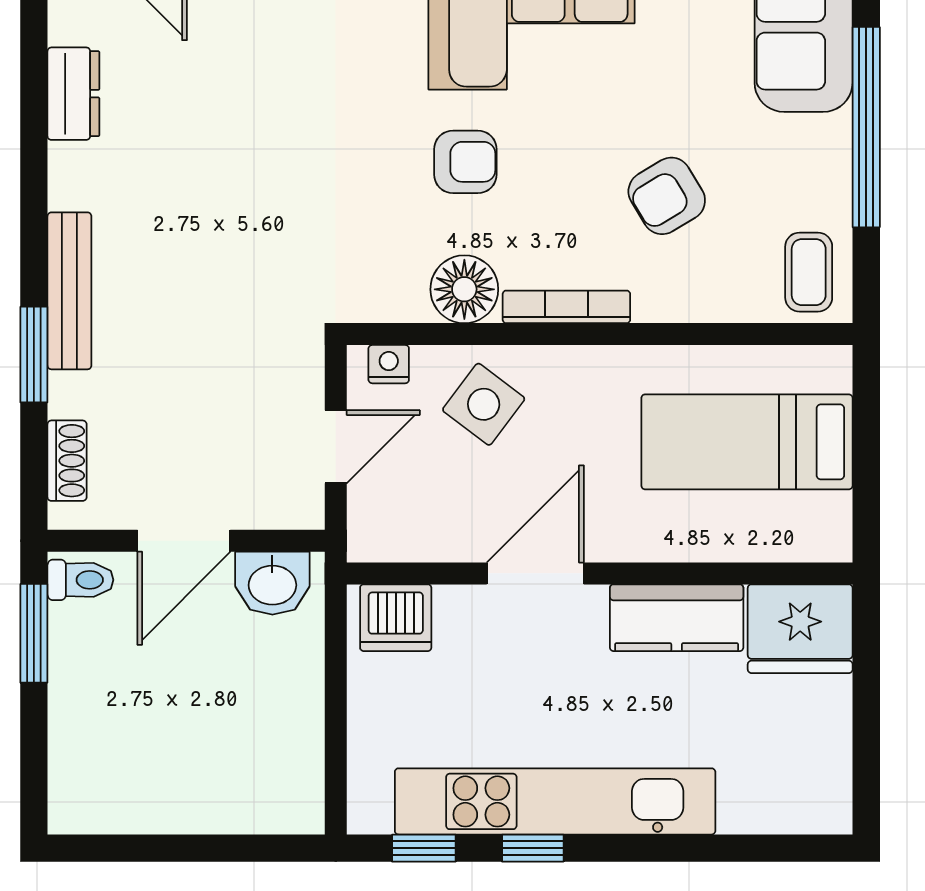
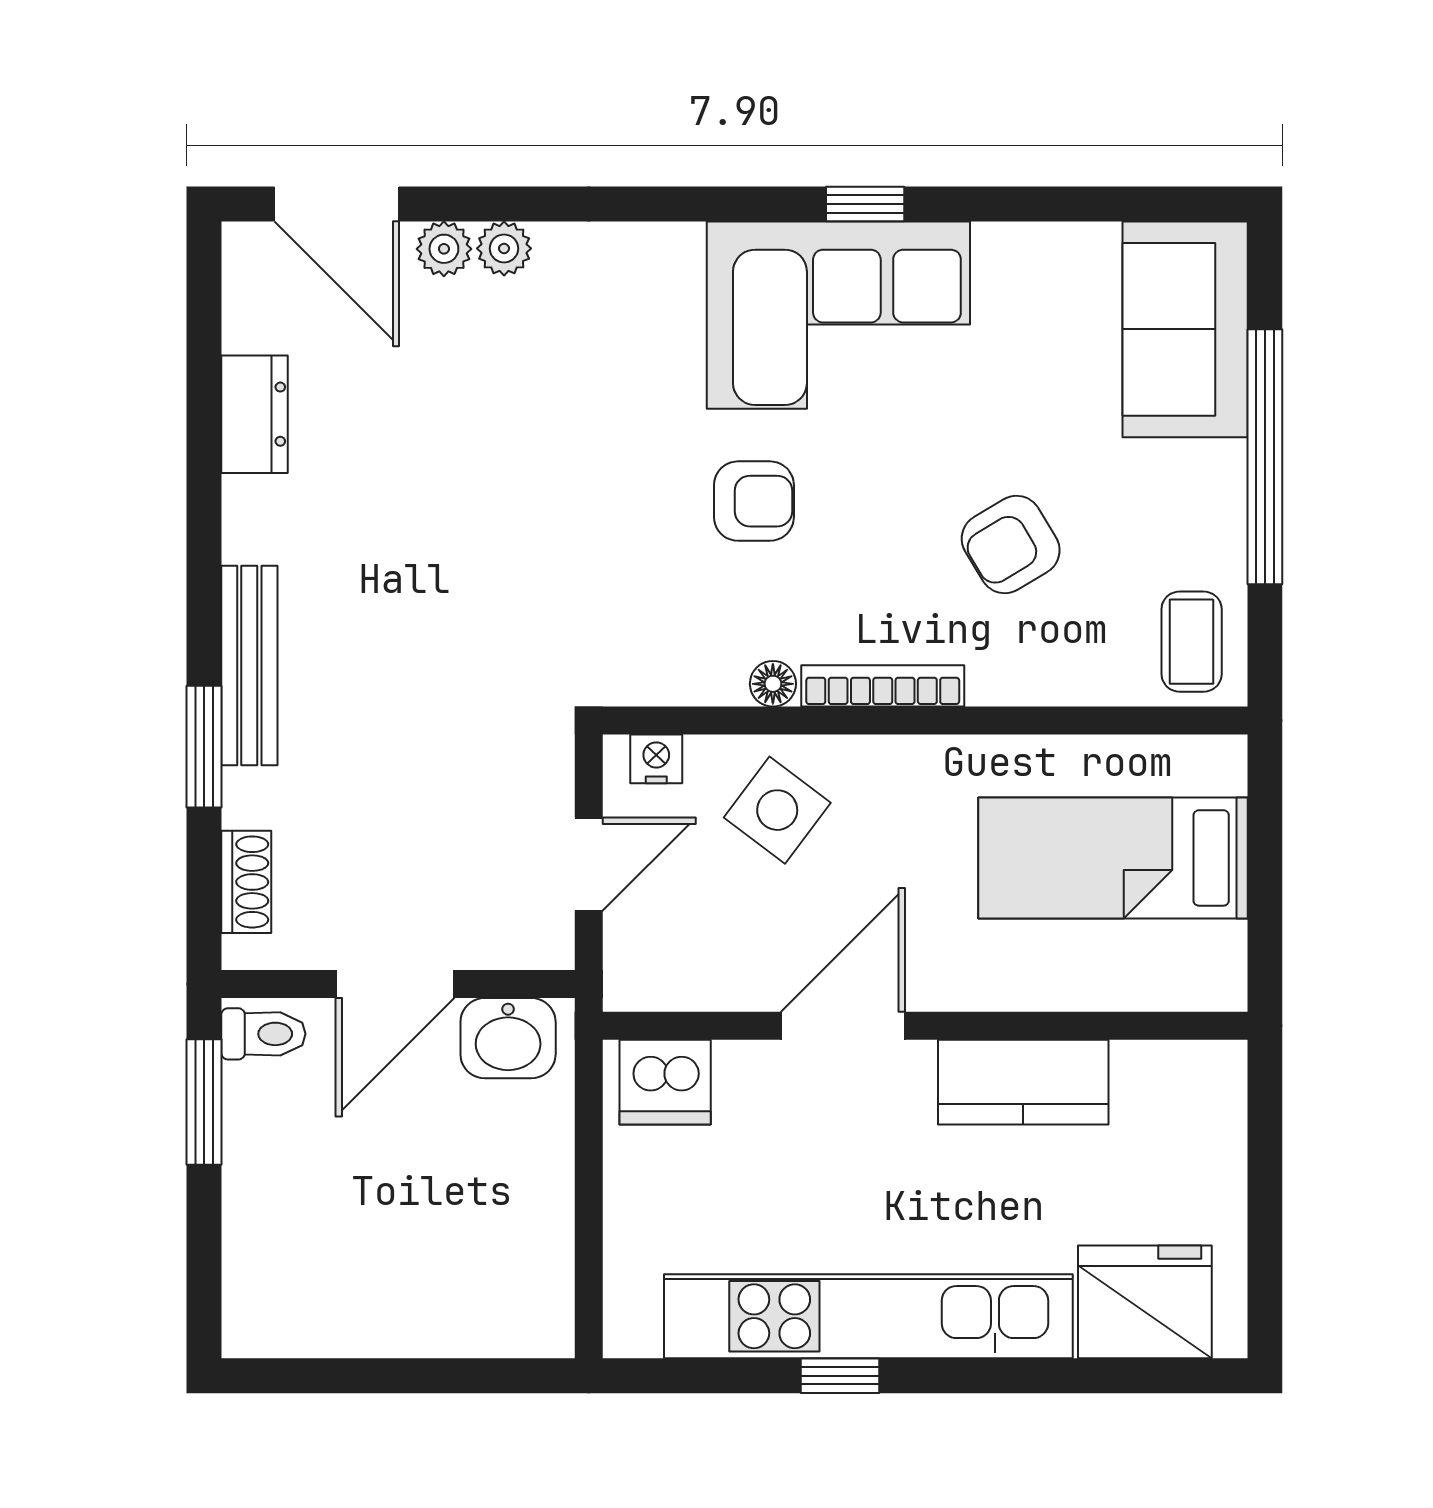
floor lamp: (464, 289) -> (773, 684), width x0.53, depth x0.53
fridge: (800, 629) -> (1145, 1302), moved, turned 180
window: (424, 848) -> (701, 1376), removed

